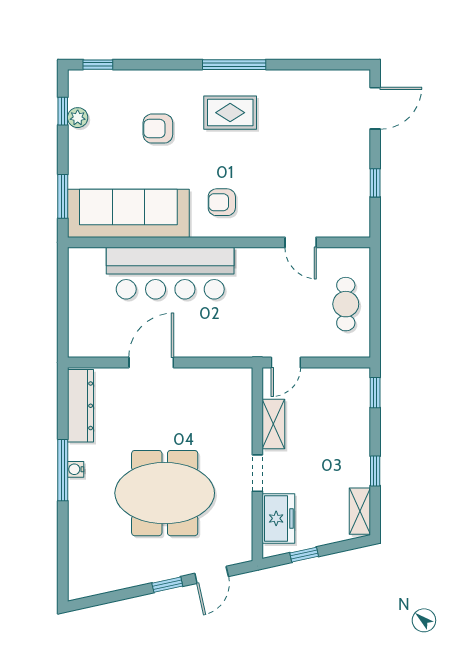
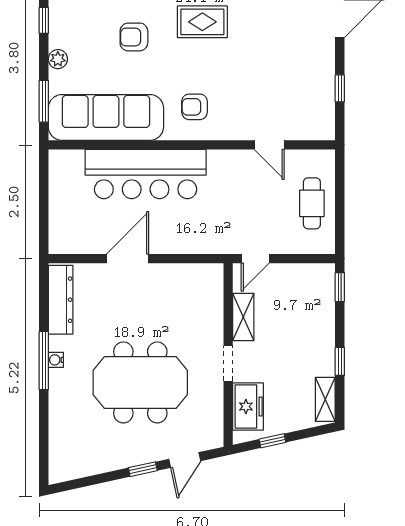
plant: (78, 118) -> (58, 59), moved

